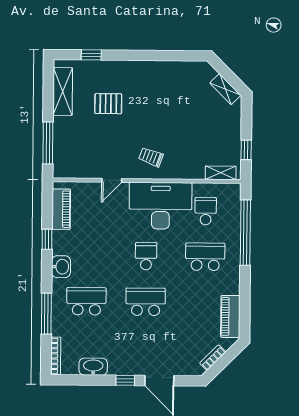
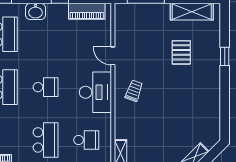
window: (91, 55) -> (225, 56), moved
desk: (161, 206) -> (95, 92), width x0.73, depth x0.77

